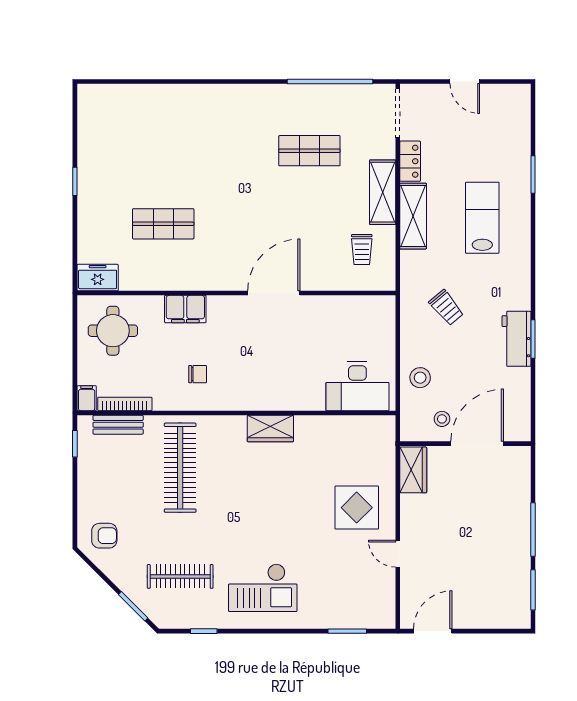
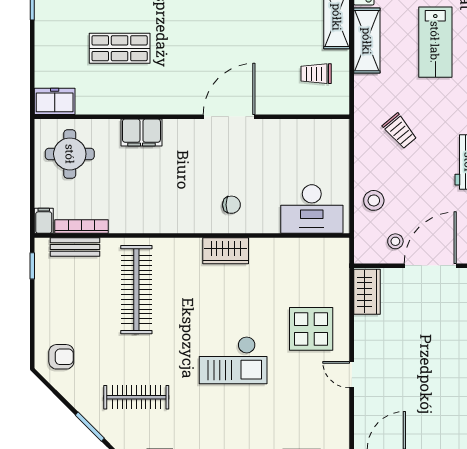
lab bench: (482, 218) -> (435, 42), turned 180
trolley: (362, 250) -> (316, 74), turned 90
chair: (198, 374) -> (231, 205), moved
checkout: (263, 588) -> (233, 360), moved

